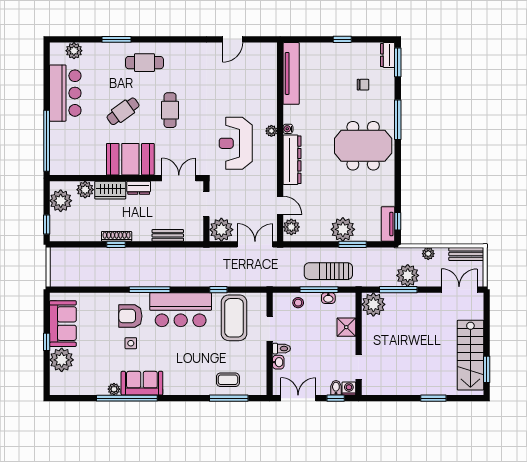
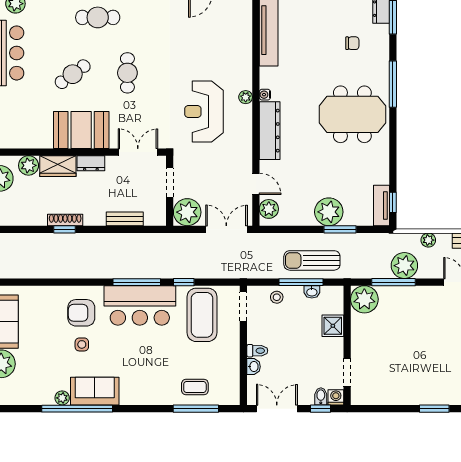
window: (150, 290) -> (137, 282), moved
doorway: (270, 329) -> (243, 306), moved

